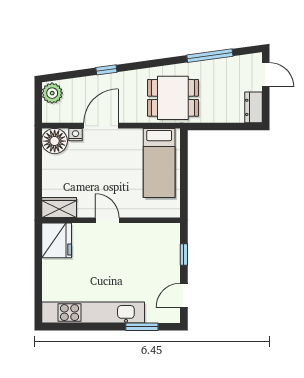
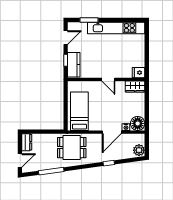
door: (266, 75) -> (20, 161), swing flipped
fridge: (57, 240) -> (139, 73), width x0.53, depth x0.75
kitchen counter: (169, 246) -> (74, 65), added

